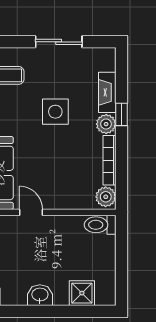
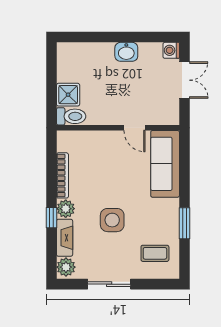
plant: (106, 197) -> (66, 267), moved
shower: (82, 293) -> (68, 95), moved

